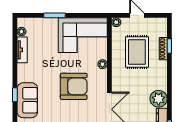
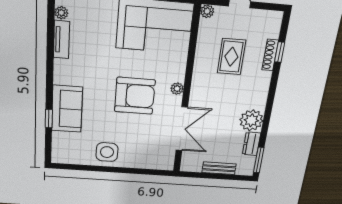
rug: (137, 52) -> (231, 57), width x0.73, depth x0.70
plant: (103, 64) -> (177, 89), moved
window: (15, 95) -> (49, 119), moved

